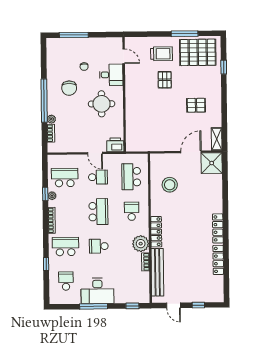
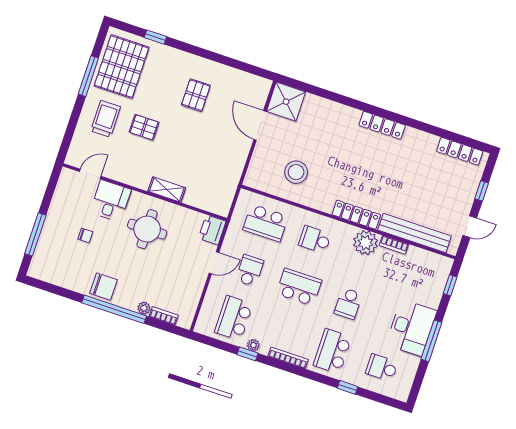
chair: (69, 88) -> (104, 287), moved
shelving: (217, 139) -> (167, 189), moved
locker: (218, 260) -> (460, 151), moved

